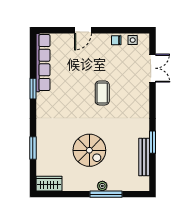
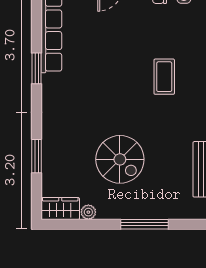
coffee table: (102, 93) -> (164, 77), moved
plant: (102, 186) -> (88, 212), moved

